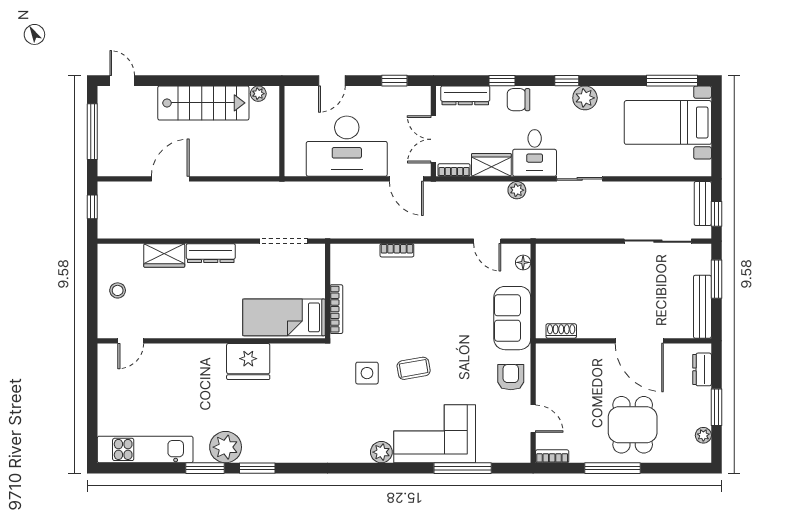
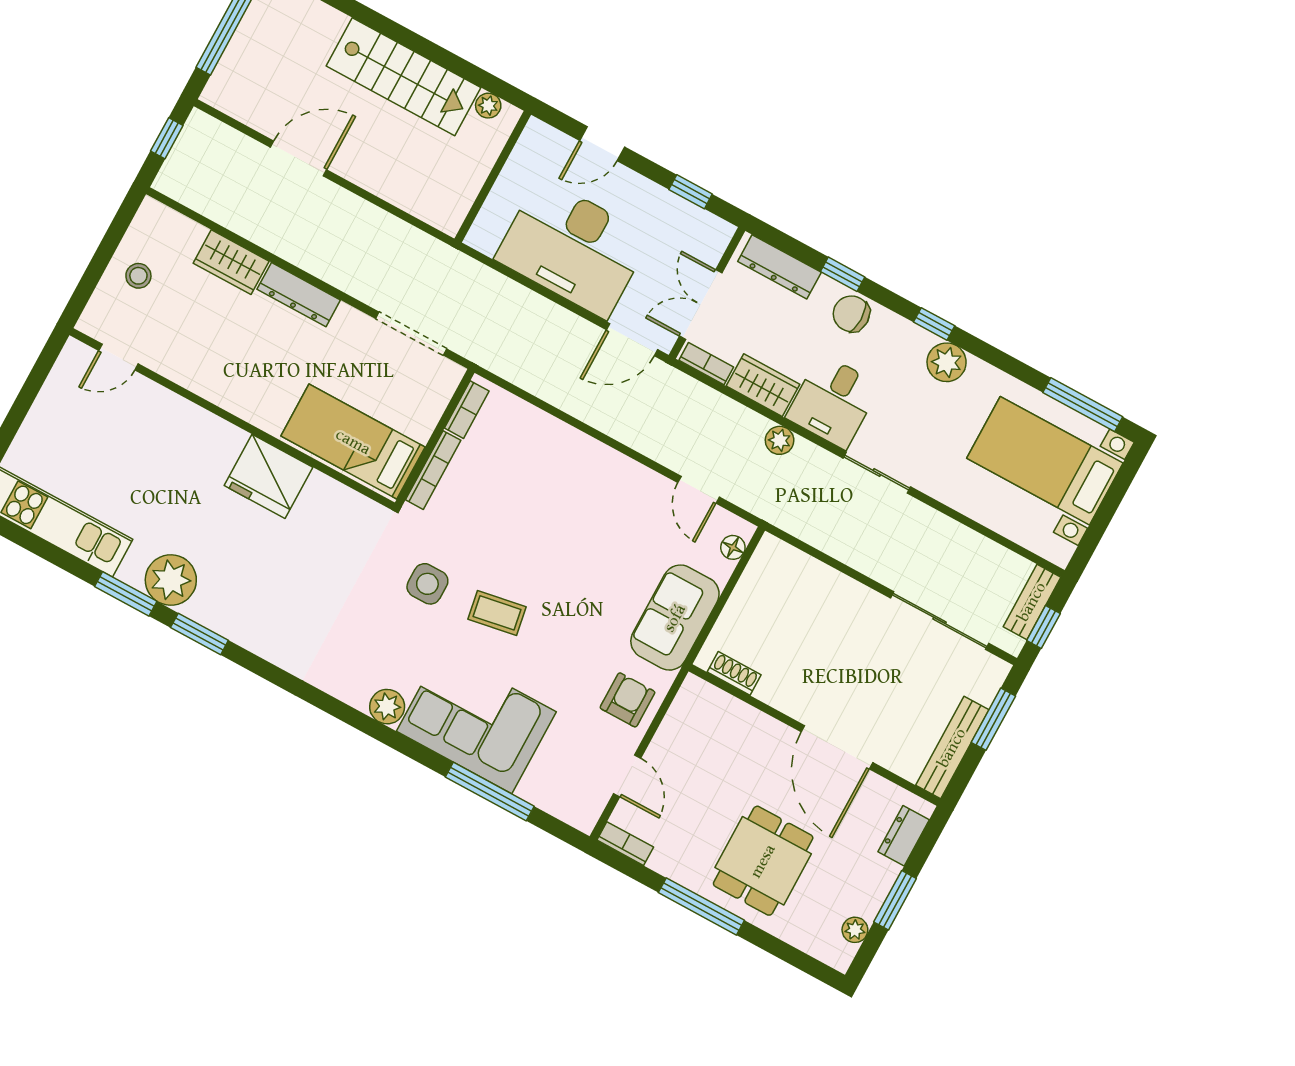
door: (406, 179) -> (632, 340), hinge flipped
bookcase: (397, 250) -> (467, 410), moved, turned -90

